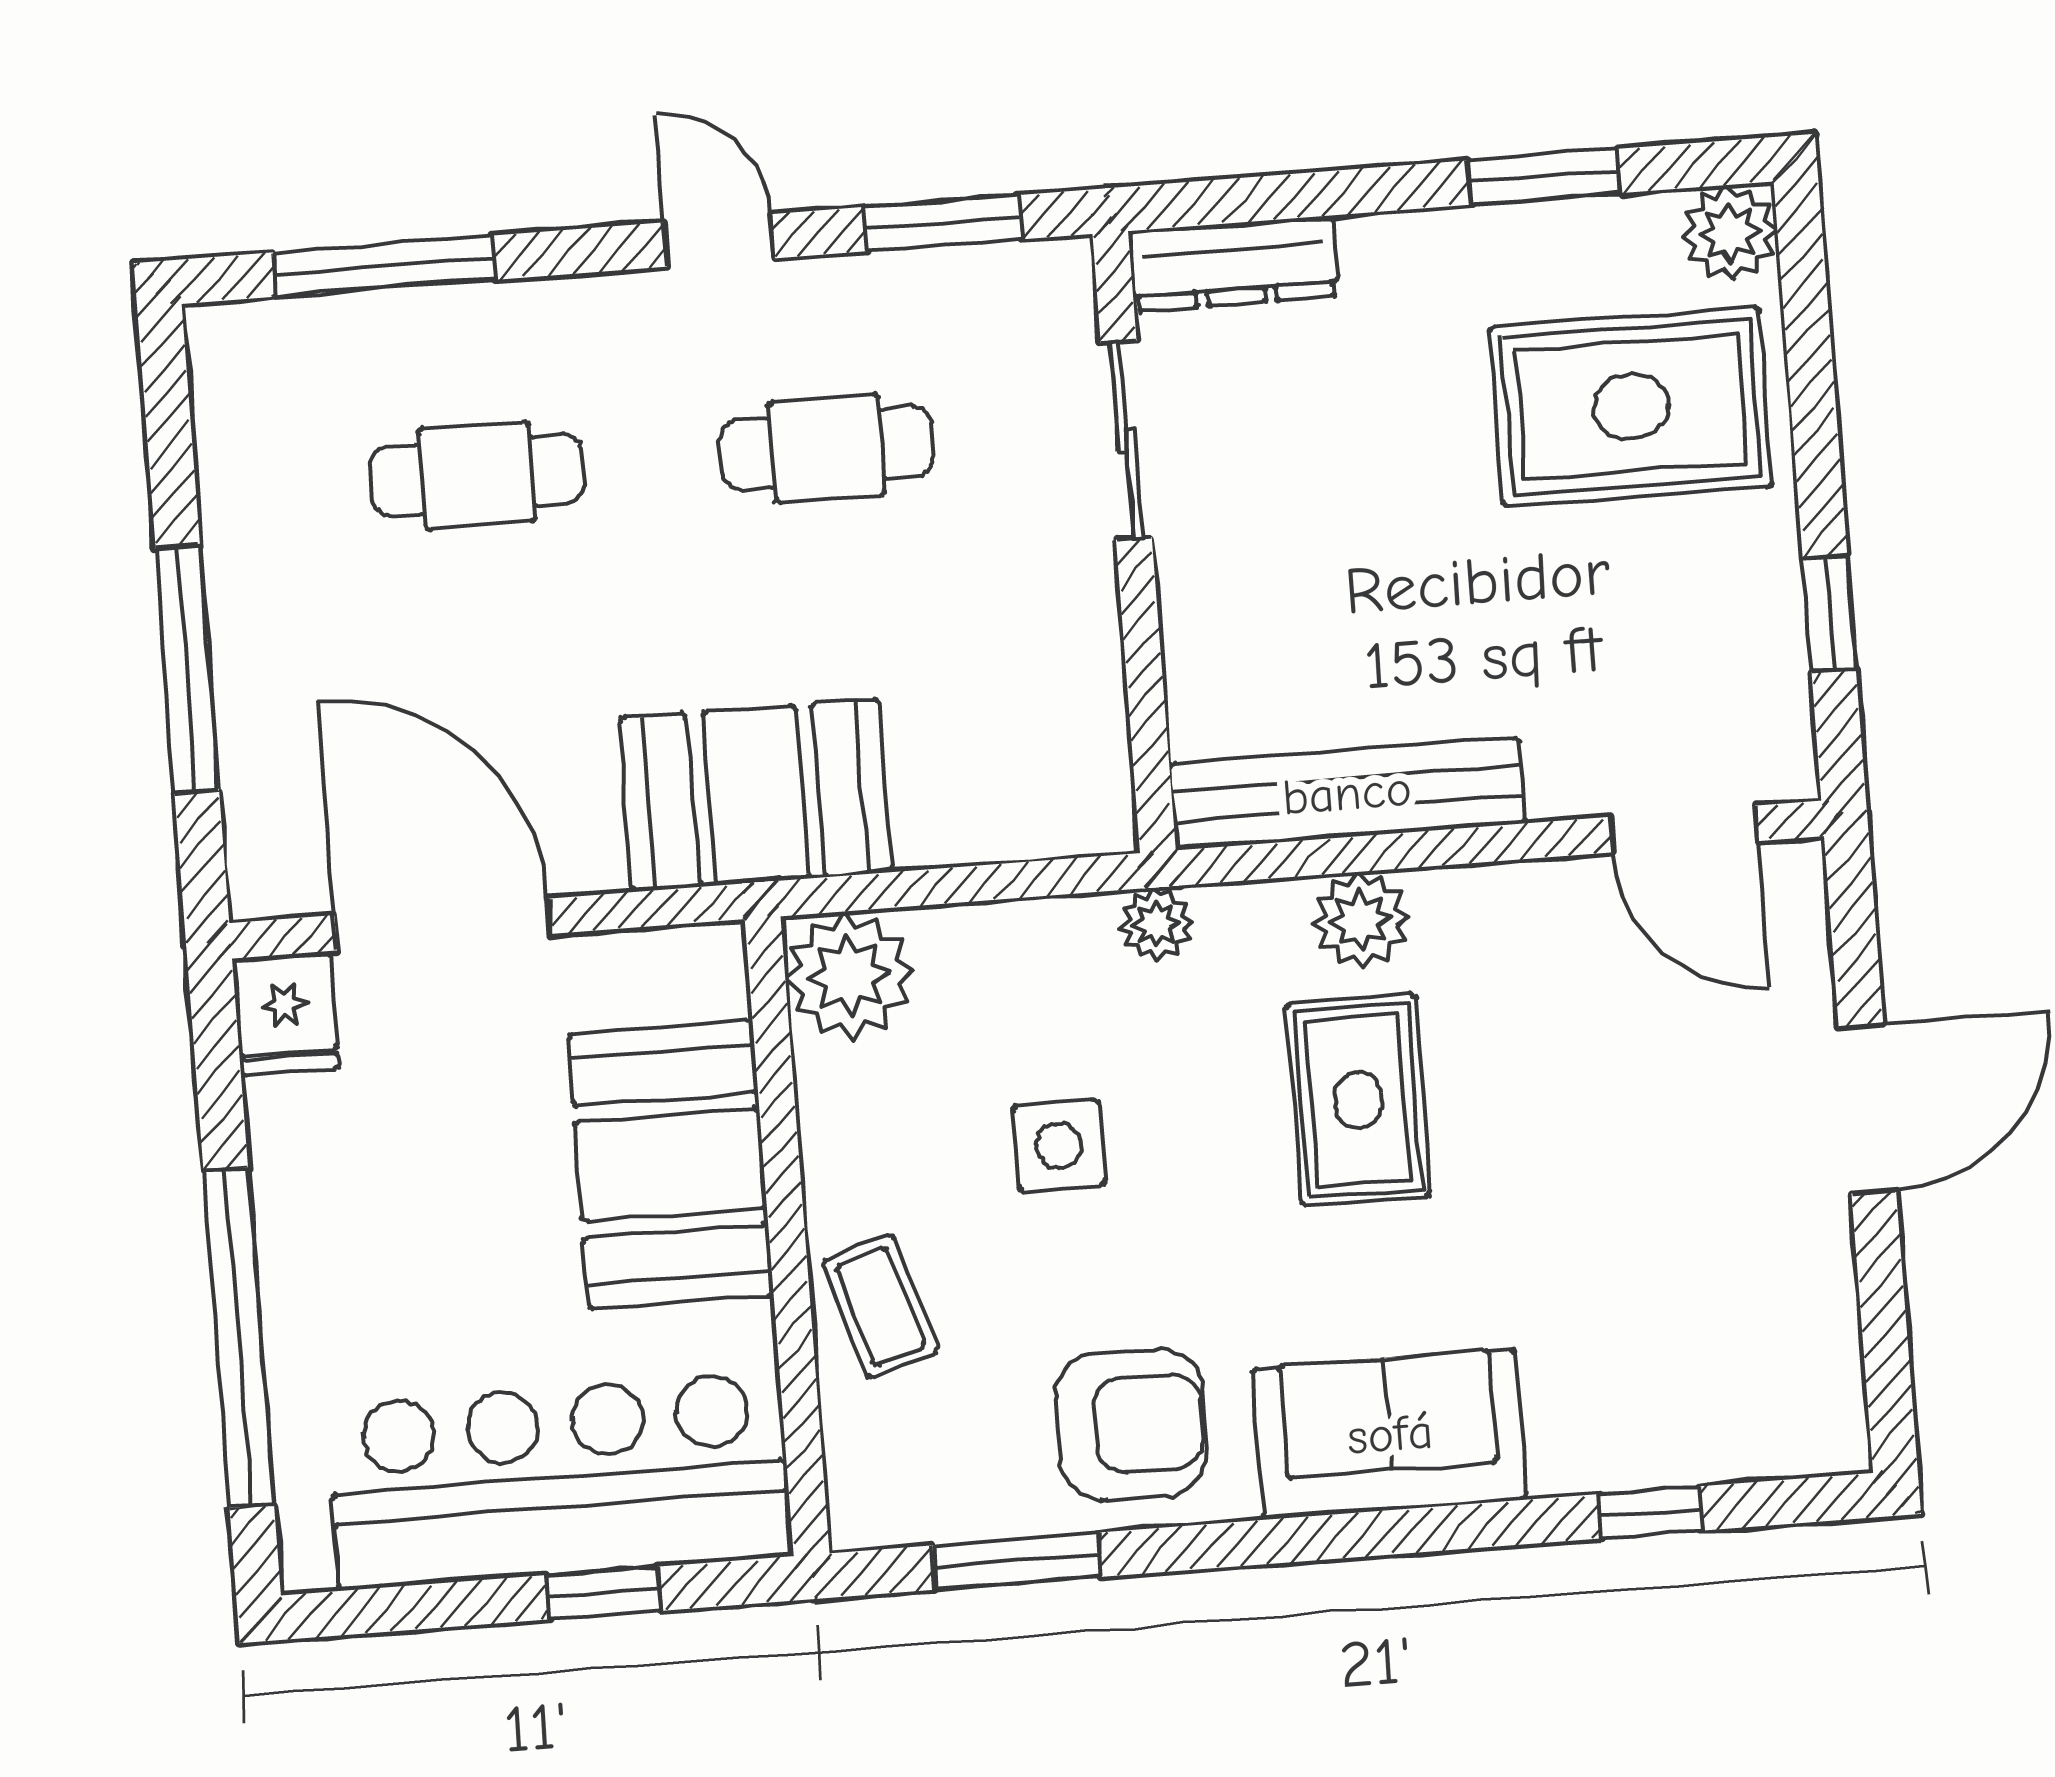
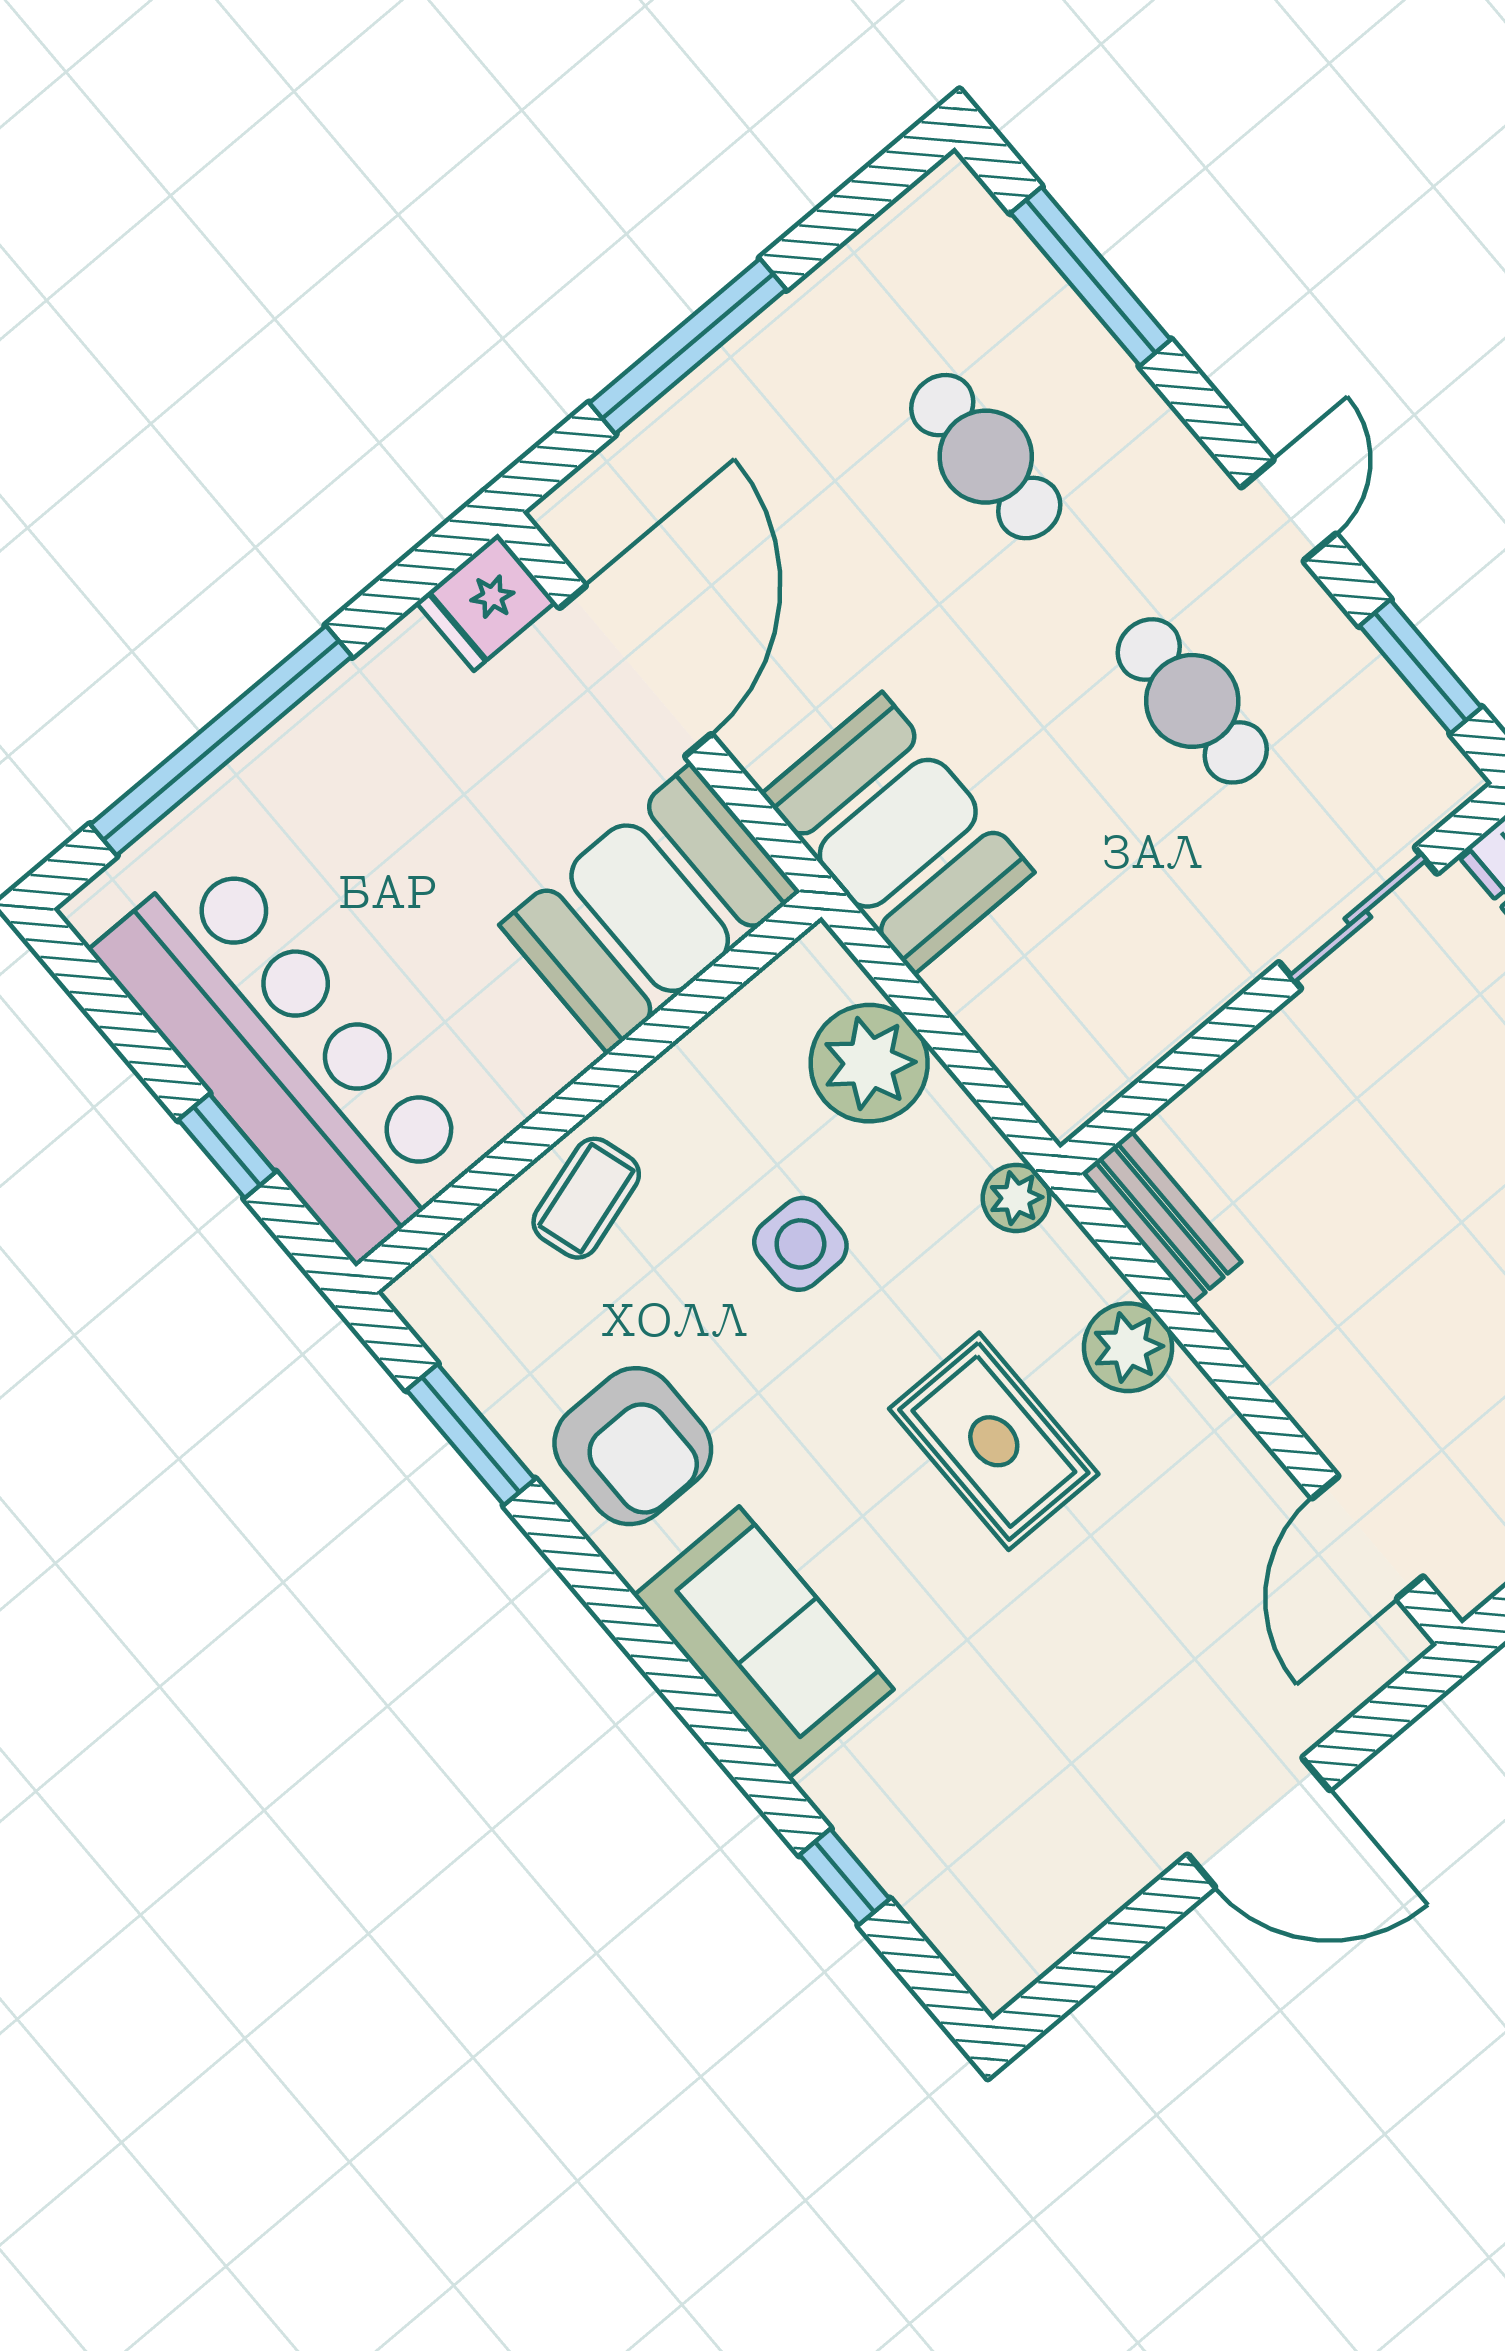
bench: (1347, 793) -> (1161, 1218), width x0.54, depth x0.82
plant: (849, 975) -> (869, 1063), moved
rug: (1358, 1100) -> (994, 1441), turned 90
booth: (671, 1165) -> (650, 908), moved

